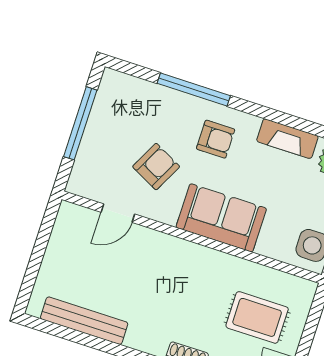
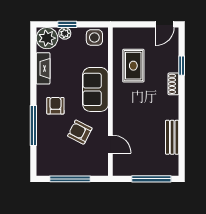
window: (34, 265) -> (151, 179), added
rug: (257, 317) -> (133, 66), moved
bench: (84, 321) -> (172, 137), width x0.73

